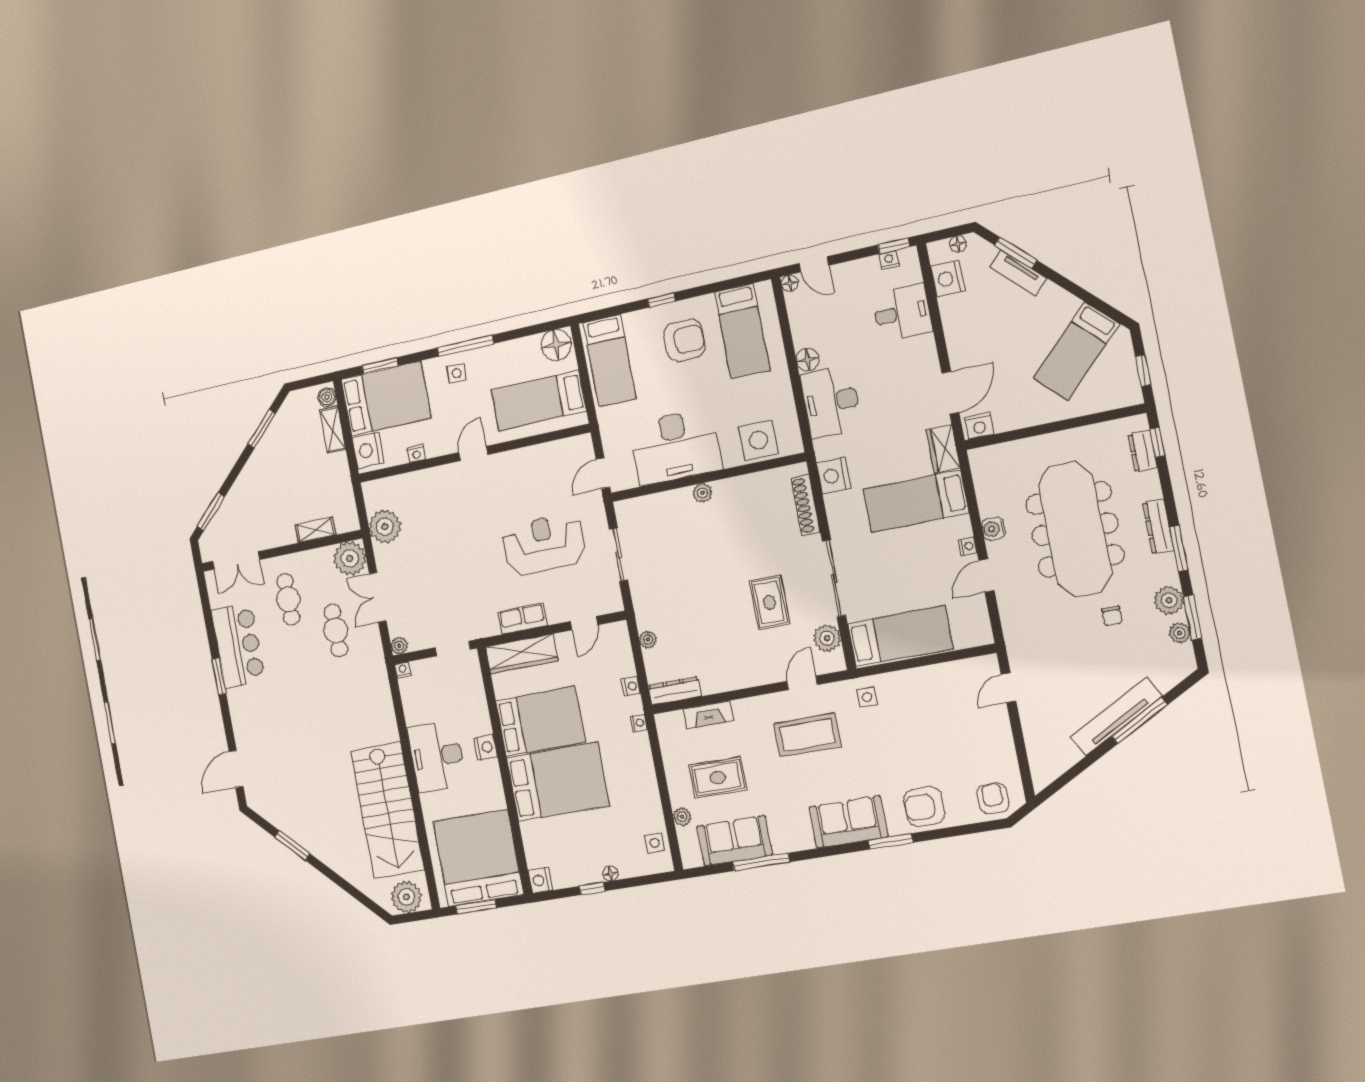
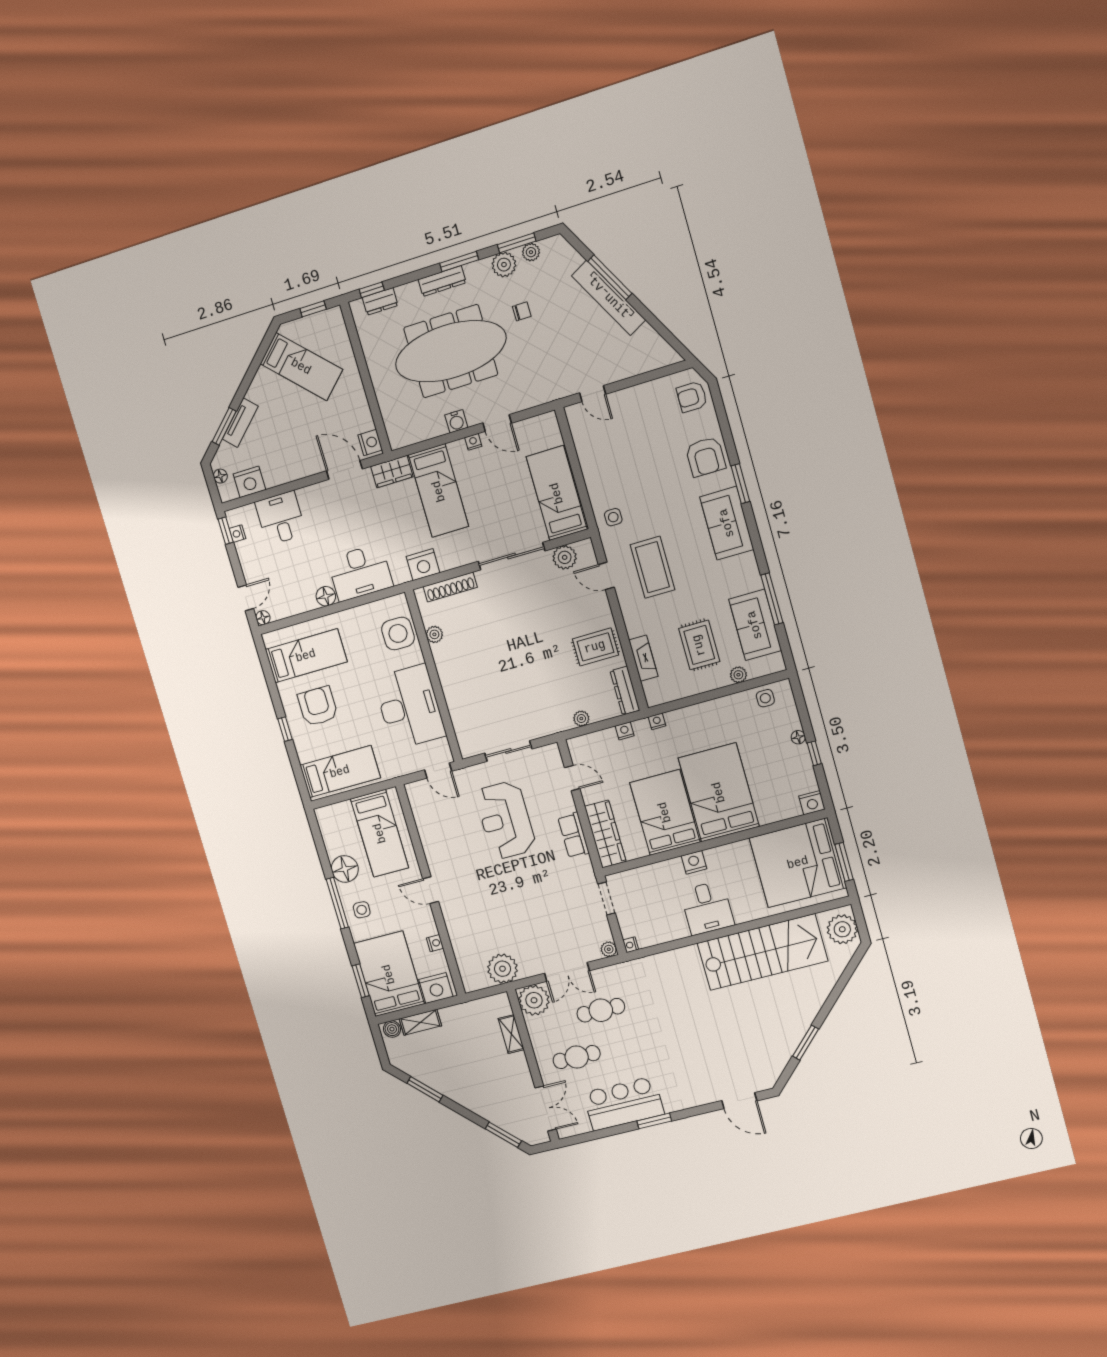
floor lamp: (556, 345) -> (345, 869), moved
plant: (702, 493) -> (434, 634), moved
rug: (769, 602) -> (595, 647), moved
desk: (437, 756) -> (707, 908), width x0.73

